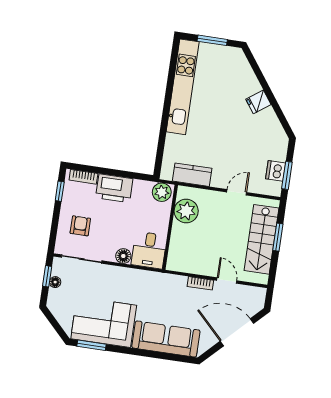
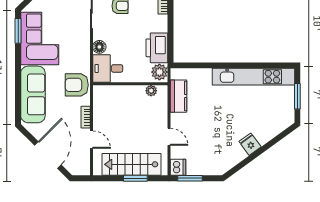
dishwasher: (276, 171) -> (178, 167), moved, turned 90
printer: (114, 188) -> (157, 48), moved
plant: (186, 211) -> (151, 91), width x0.53, depth x0.53
door: (227, 280) -> (91, 140), hinge flipped
armchair: (162, 288) -> (77, 85), added

